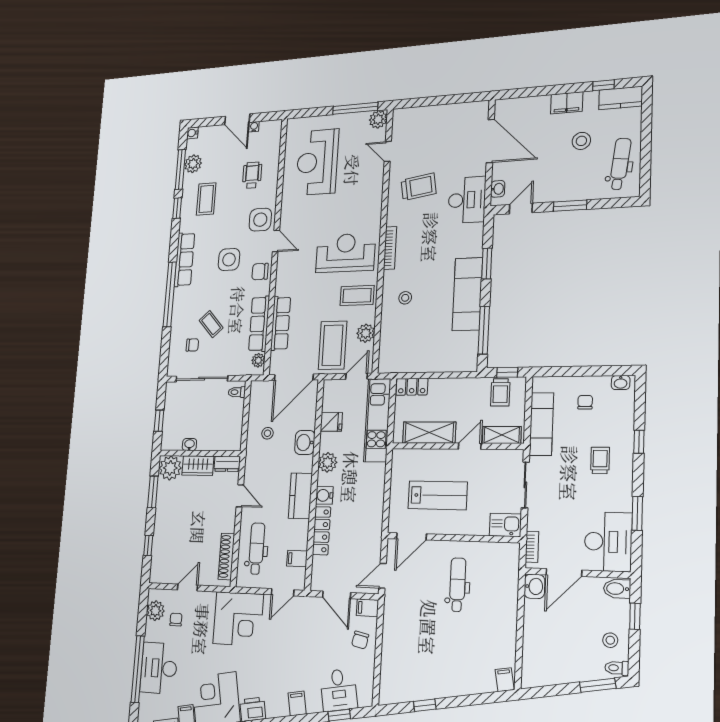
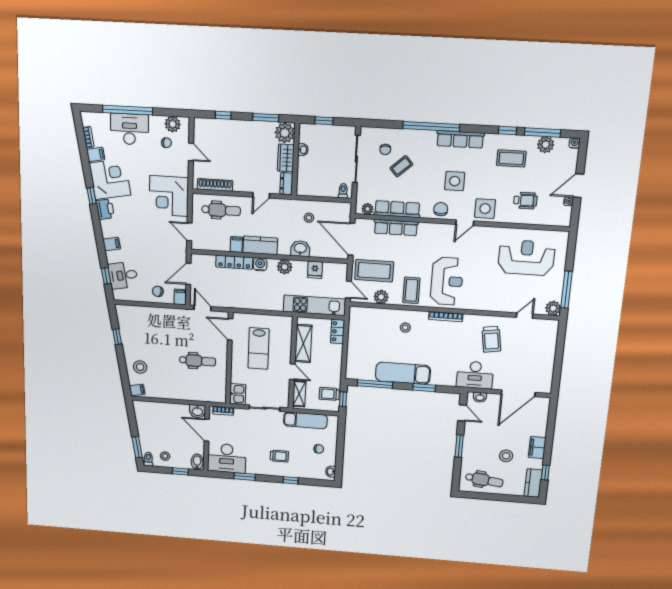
filing cabinet: (297, 558) -> (236, 244), moved
stool: (469, 673) -> (140, 367), added

